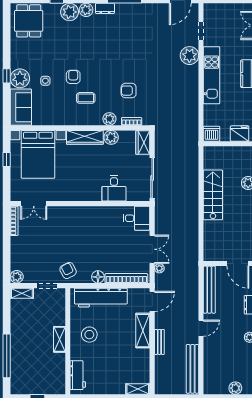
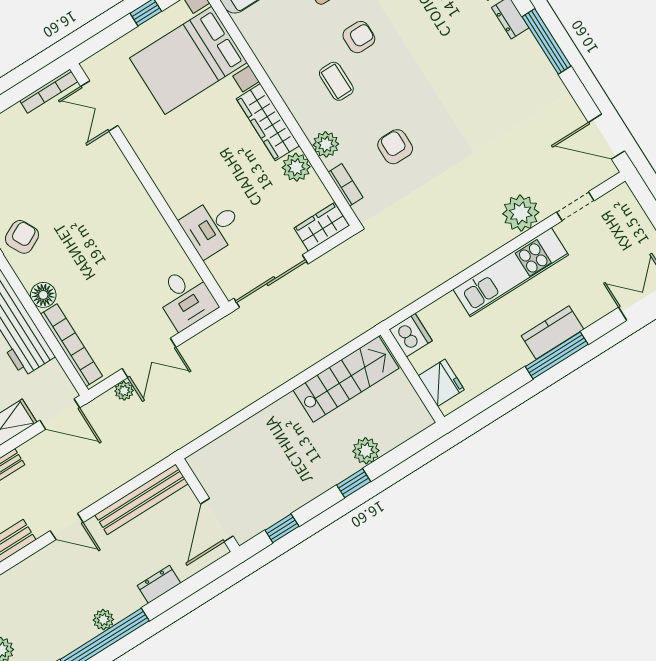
stairs: (213, 195) -> (346, 379), moved

